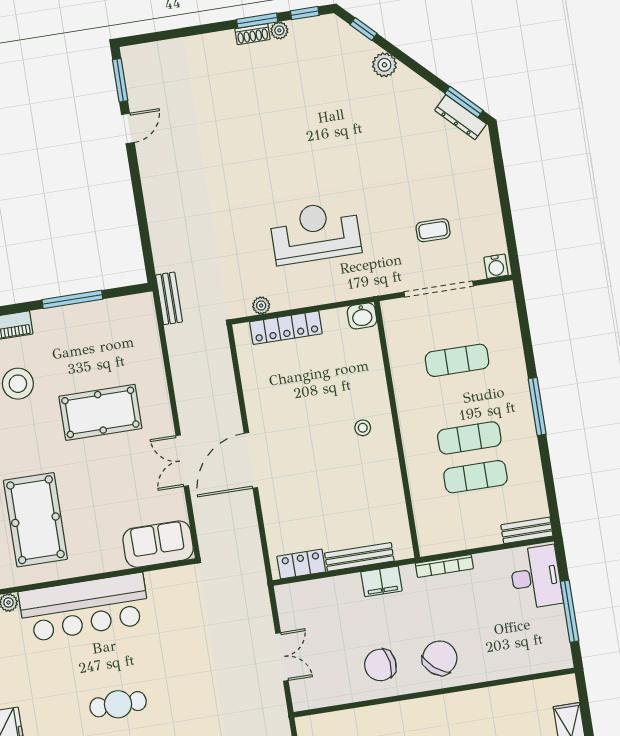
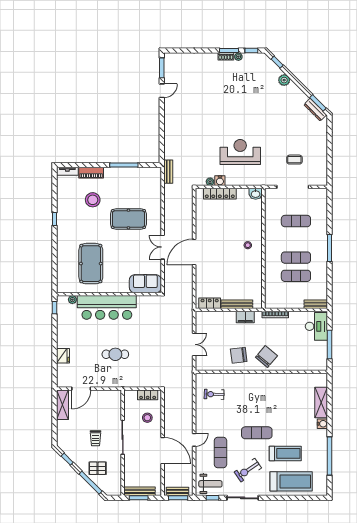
water cooler: (496, 266) -> (220, 181), moved

